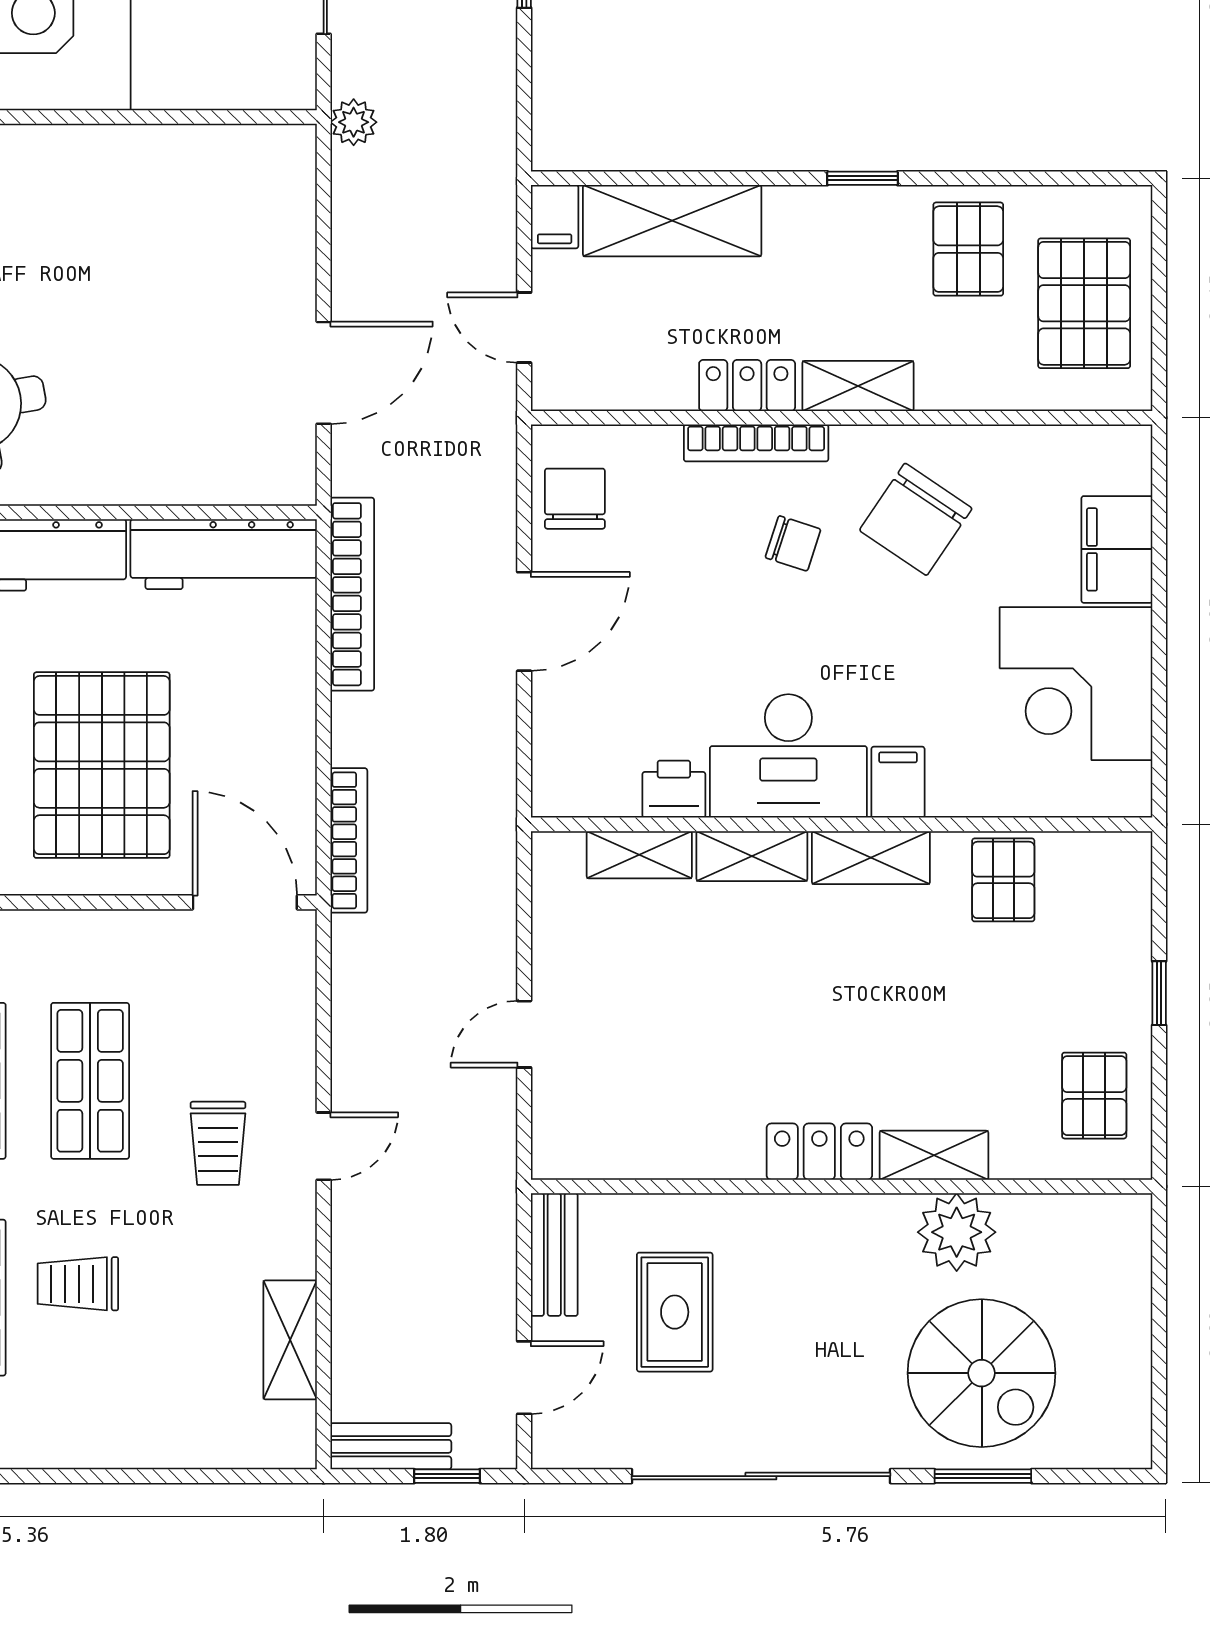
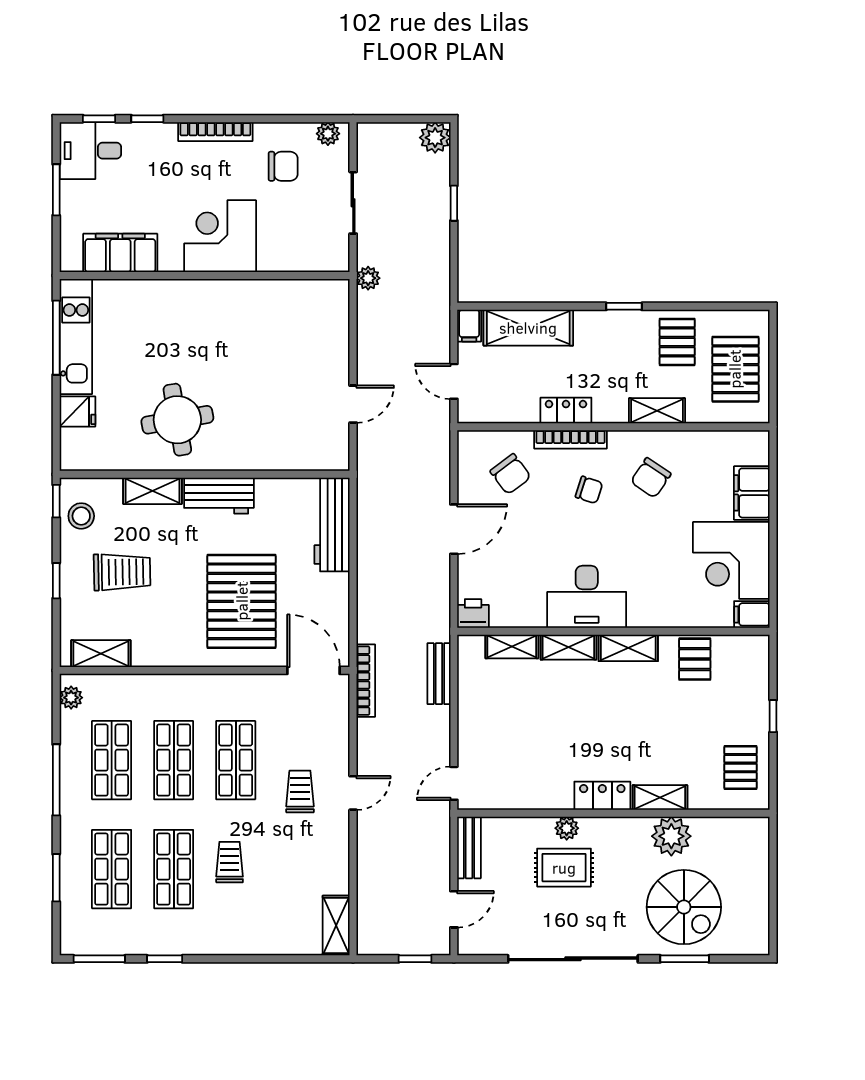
door: (324, 373) -> (353, 404), width x0.73
shelving: (858, 386) -> (657, 411), moved
chair: (575, 499) -> (511, 474), moved, turned 143
chair: (916, 519) -> (651, 478), width x0.73, depth x0.73
workbench: (224, 554) -> (332, 525), moved, turned 90
bookcase: (352, 594) -> (367, 515), removed
filing cabinet: (898, 782) -> (752, 614), moved, turned -90
printer: (674, 789) -> (473, 613), moved
bookcase: (349, 840) -> (366, 681), moved
door: (524, 1034) -> (454, 783), moved
trolley: (218, 1143) -> (300, 791), turned 180
plant: (749, 1216) -> (567, 828), added
trolley: (78, 1284) -> (230, 862), turned 90
rug: (675, 1312) -> (564, 868), moved, turned 90
shelving: (290, 1340) -> (336, 925), moved
bench: (391, 1446) -> (439, 674), moved, turned 90

